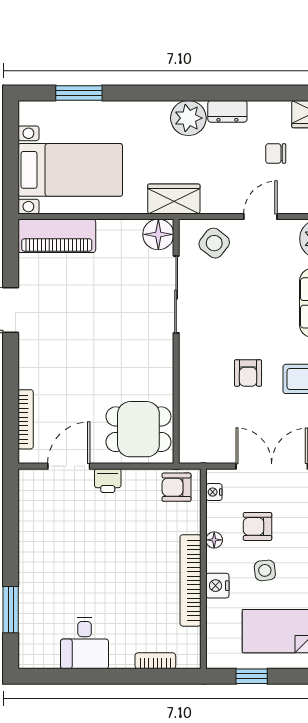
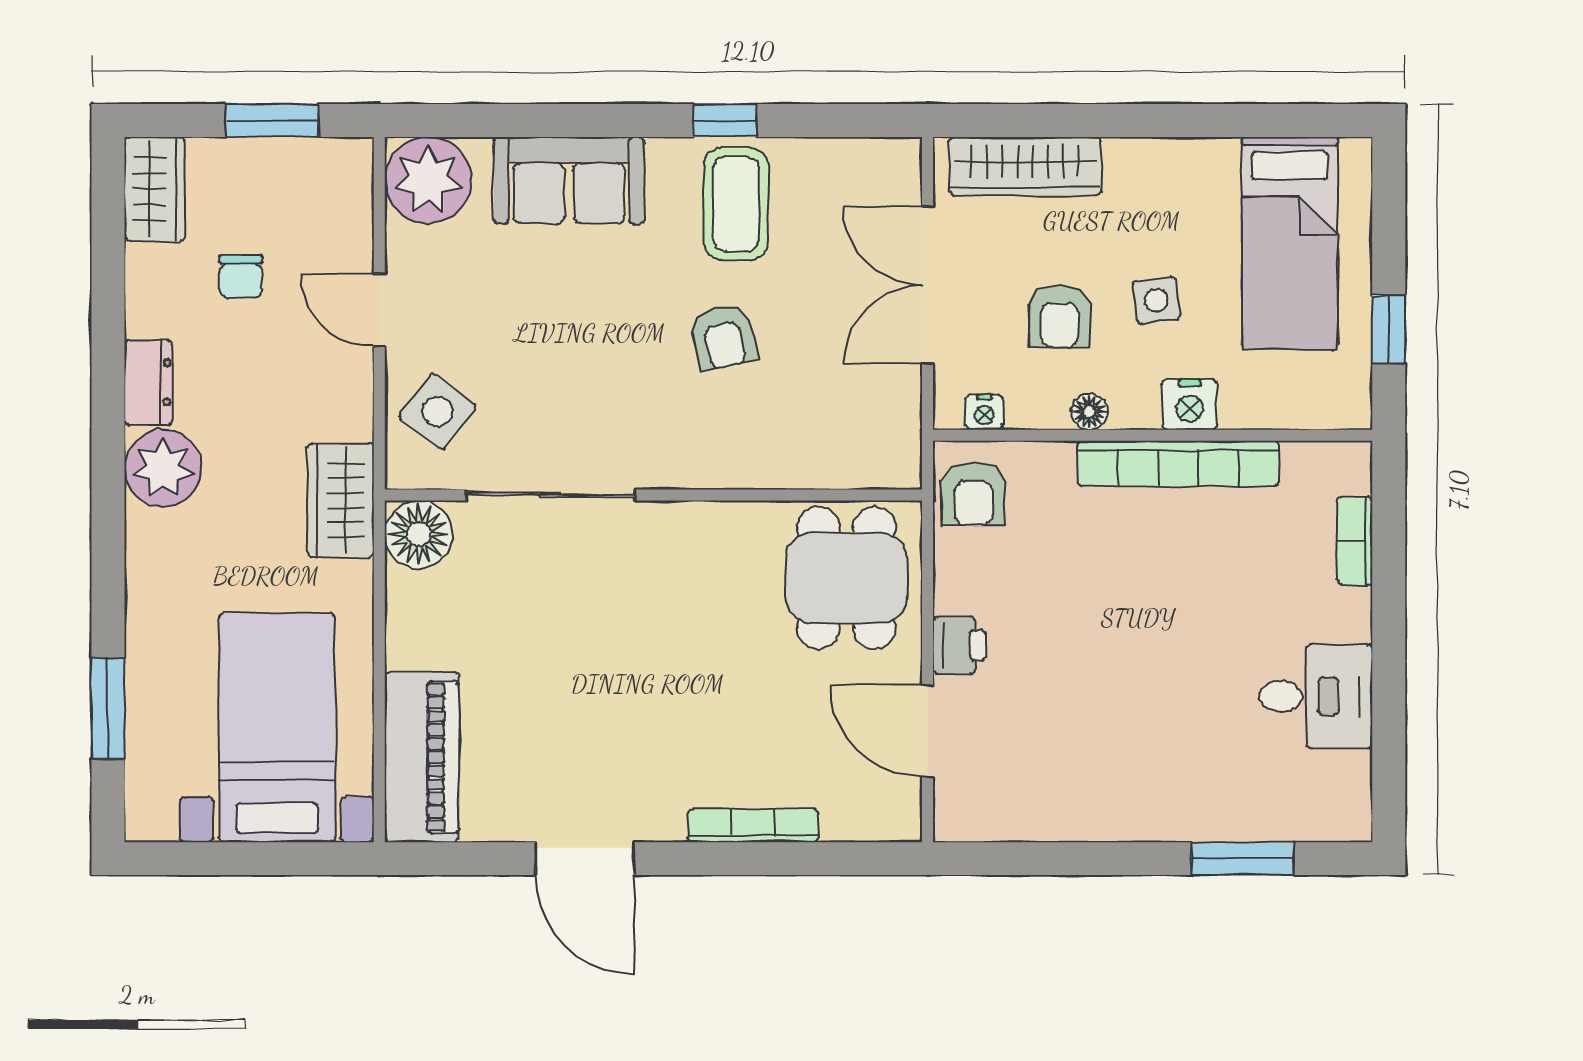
armchair: (248, 373) -> (723, 337), turned 77
bookcase: (26, 419) -> (753, 826), moved

